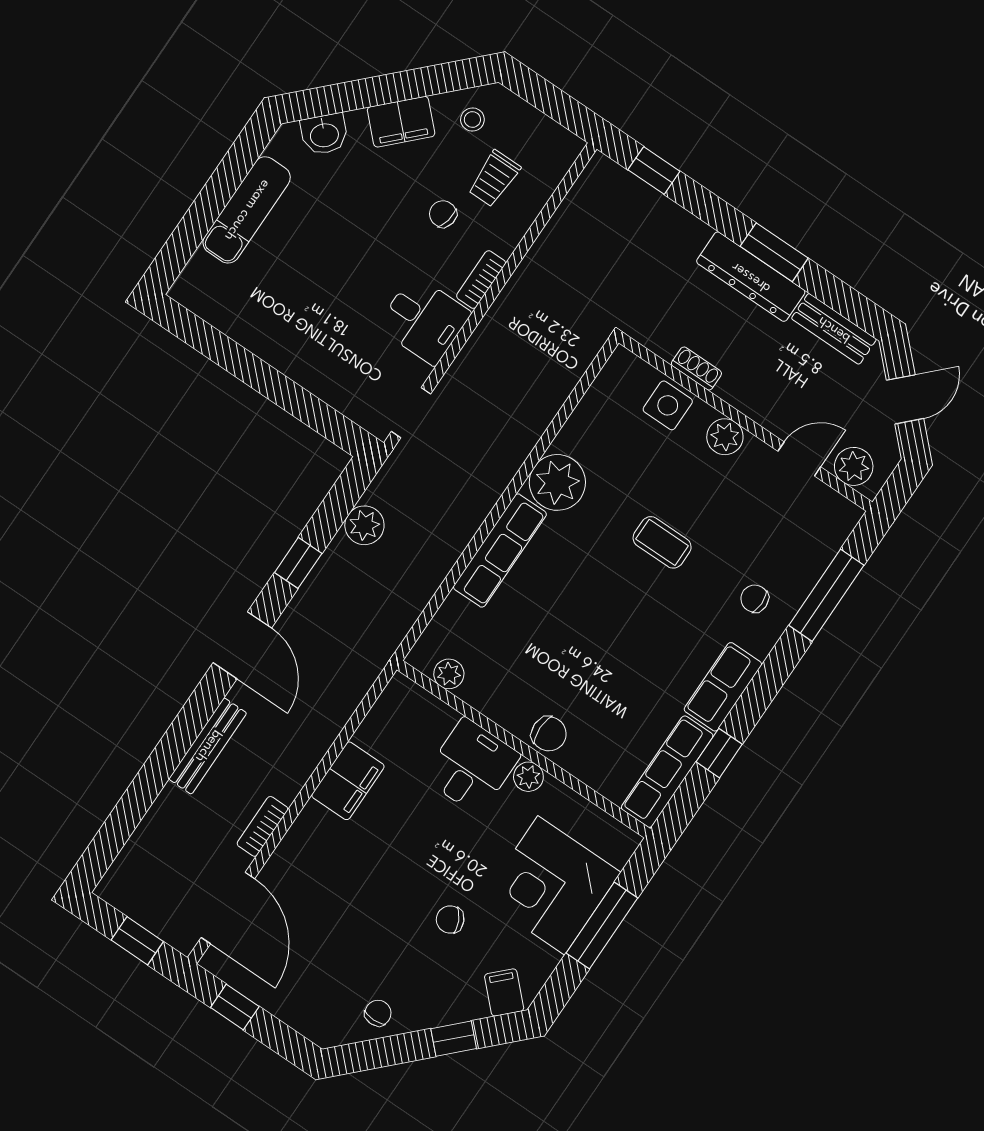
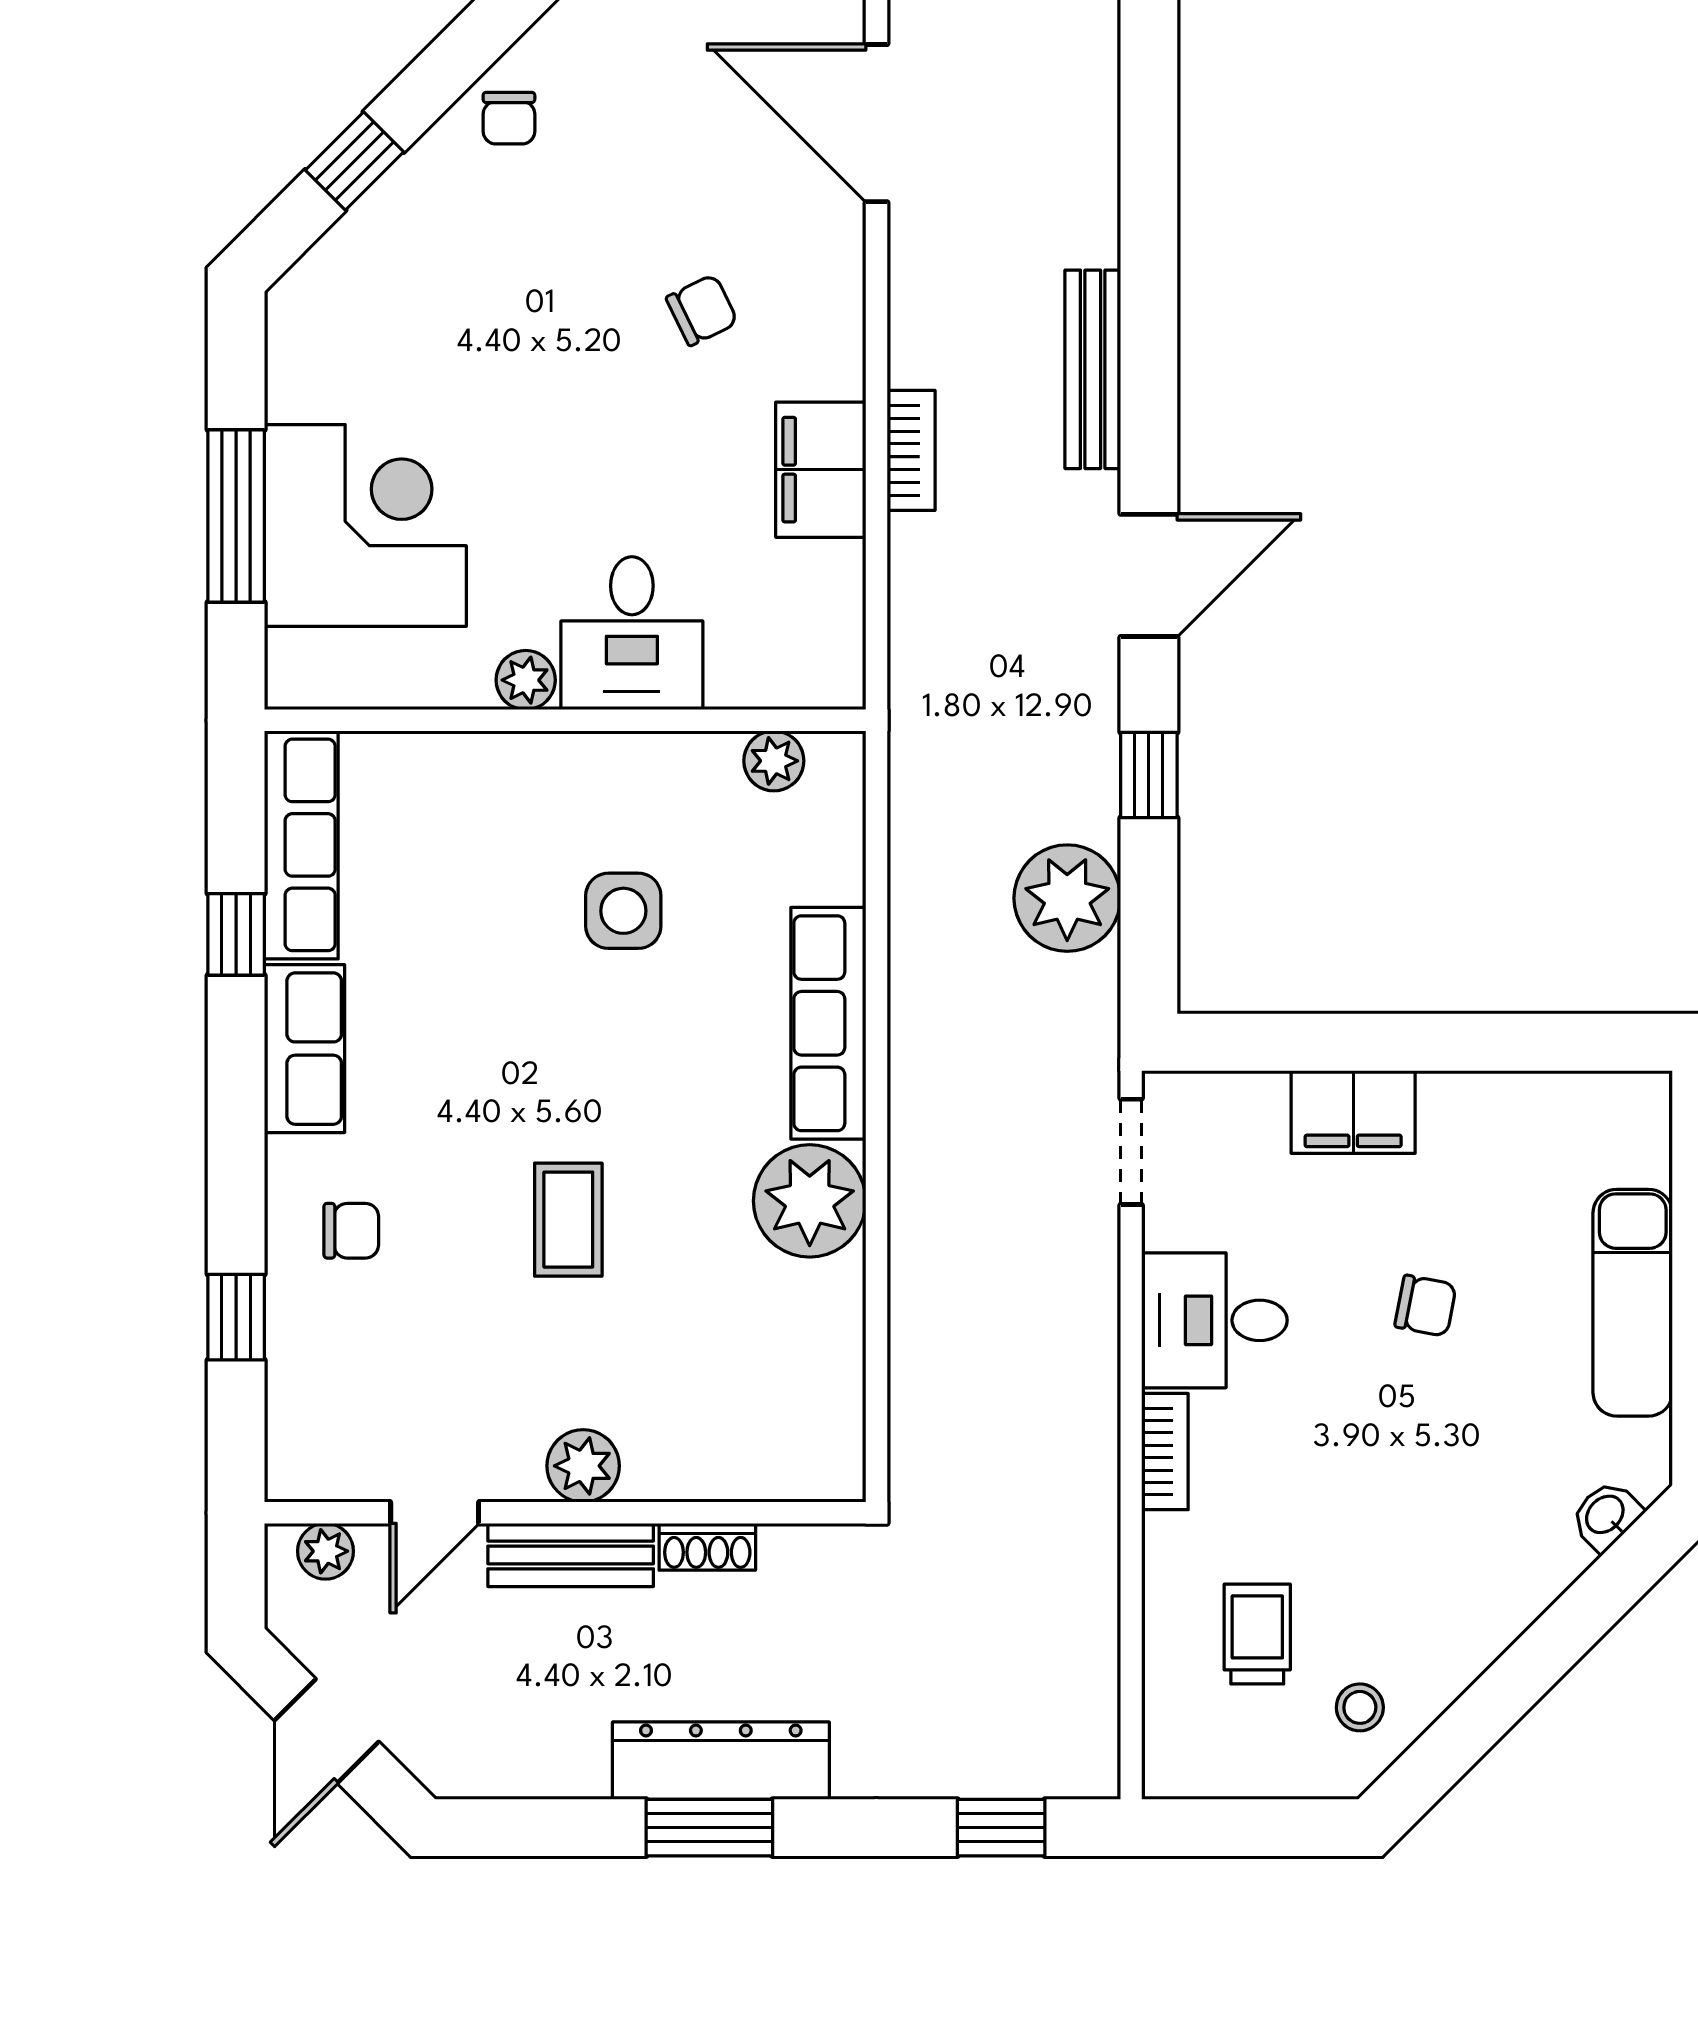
filing cabinet: (401, 122) -> (1353, 1112), moved, turned -135
washbasin: (324, 134) -> (1606, 1515), width x0.72, depth x0.69
chair: (443, 214) -> (1426, 1306), moved
bench: (834, 329) -> (571, 1555), moved
side table: (668, 405) -> (623, 911), moved
plant: (854, 466) -> (326, 1551), width x0.73, depth x0.73
plant: (364, 525) -> (1067, 898), width x1.36, depth x1.36
coffee table: (662, 542) -> (568, 1220), turned 90
window: (826, 595) -> (236, 1317), width x0.46
door: (242, 645) -> (1149, 575), swing flipped
chair: (549, 734) -> (540, 774), removed
bookcase: (263, 826) -> (911, 450), moved
chair: (450, 920) -> (702, 310), moved
filing cabinet: (504, 992) -> (323, 295), removed

